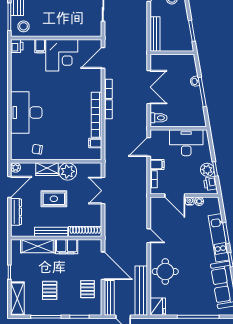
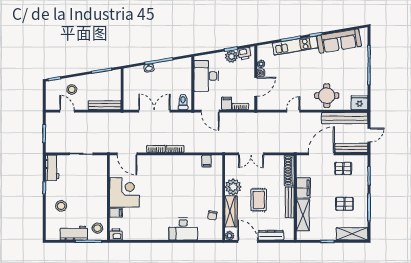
desk: (26, 112) -> (183, 229), width x0.73, depth x0.77
bookcase: (97, 115) -> (180, 160), removed
wardrobe: (47, 169) -> (231, 211), width x1.50

